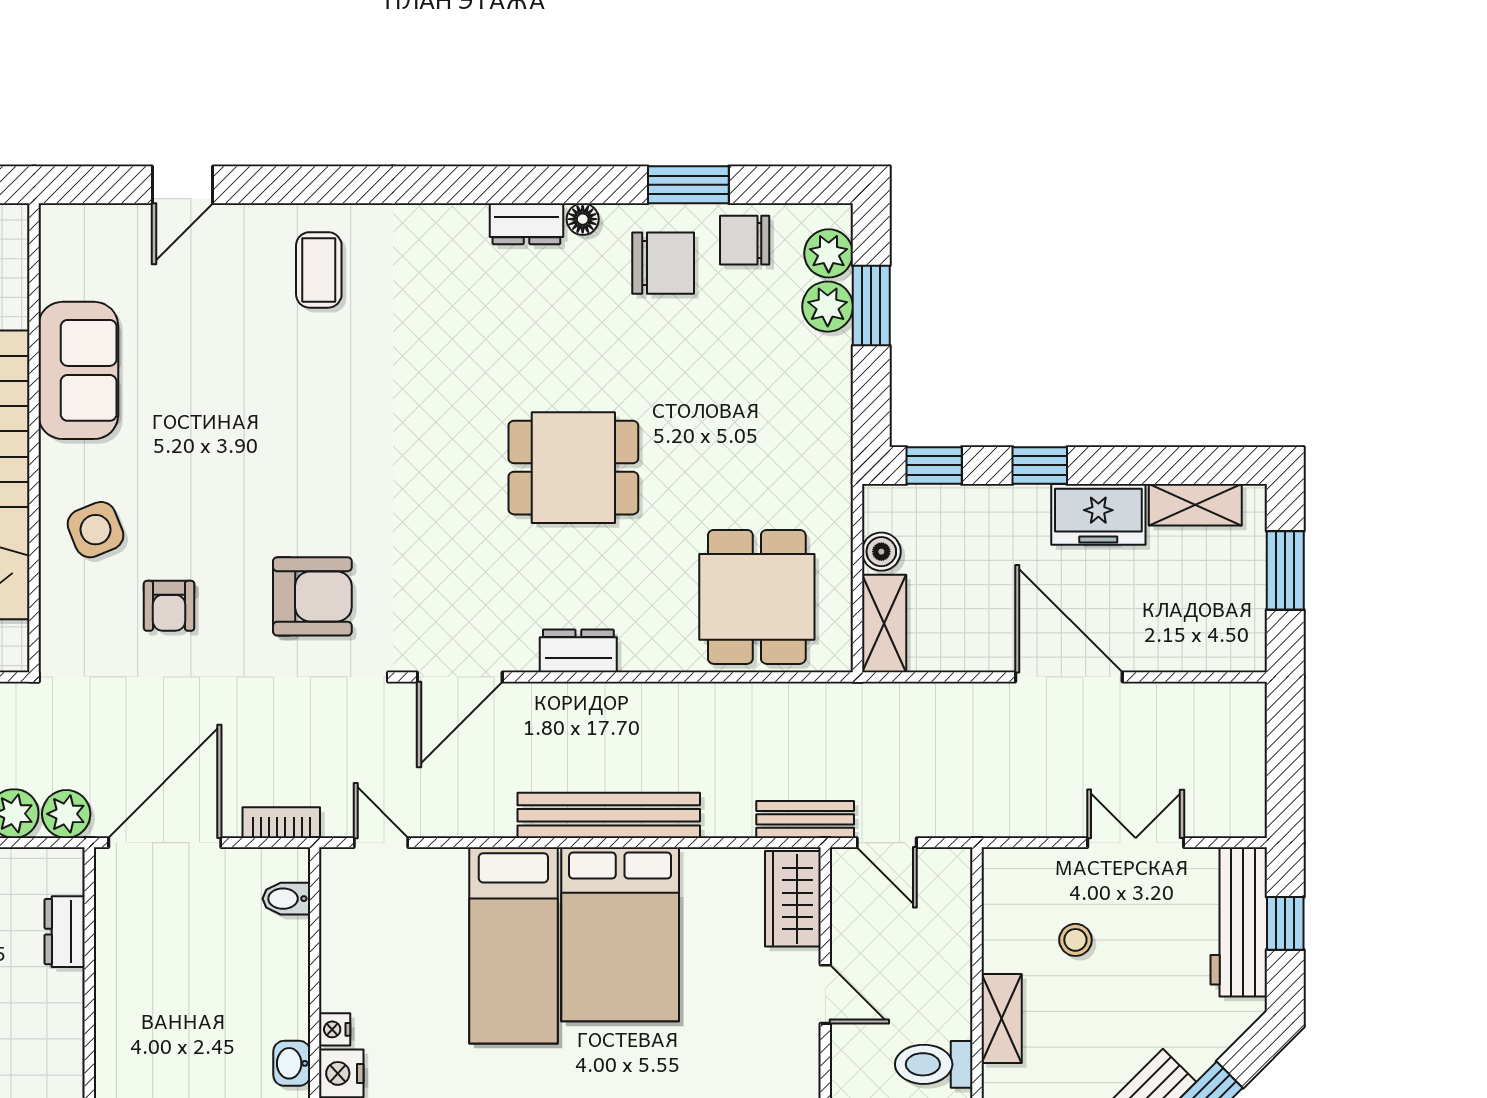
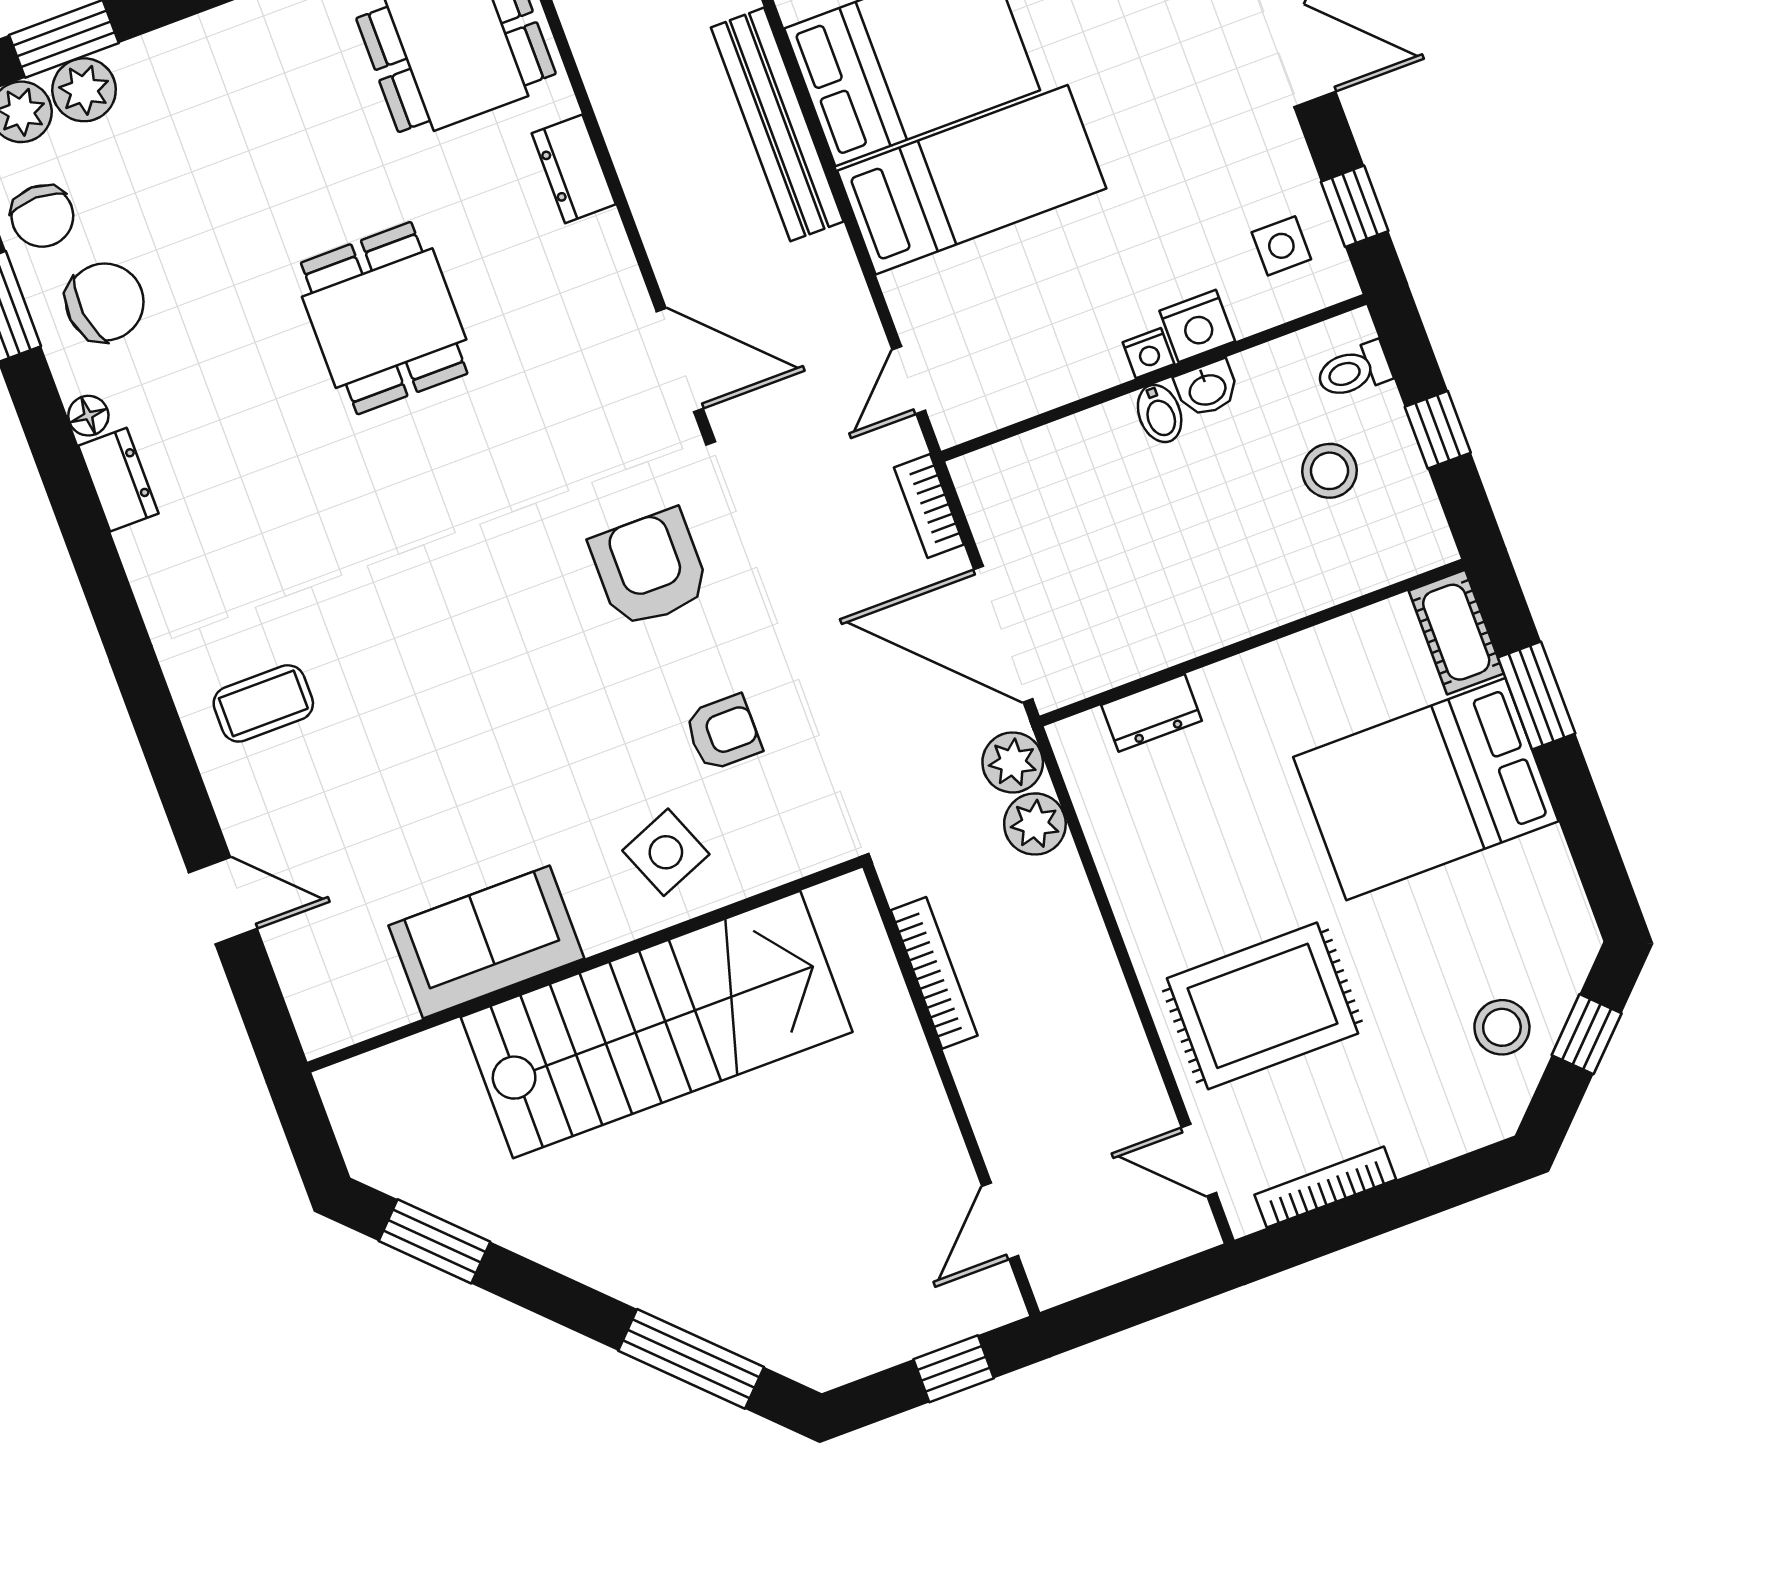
chair: (663, 263) -> (105, 302), turned 83
dresser: (578, 651) -> (574, 169), moved
bidet: (286, 899) -> (1160, 413), moved

